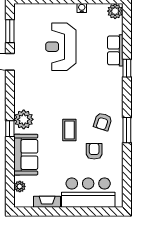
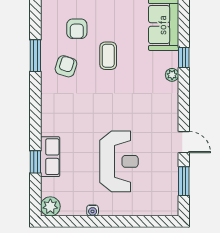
window: (127, 68) -> (35, 162), moved
plant: (24, 119) -> (172, 75), width x0.53, depth x0.53

